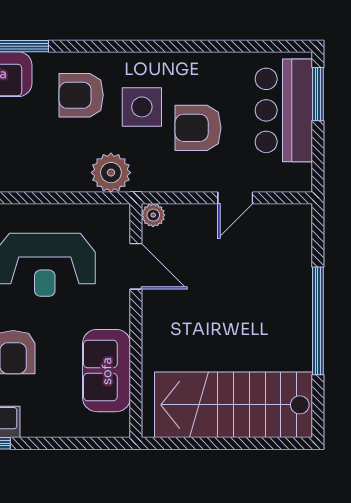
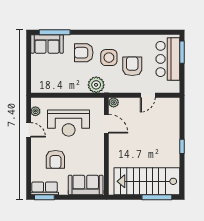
armchair: (198, 128) -> (132, 66), turned 90
window: (318, 321) -> (182, 146), width x0.32
sofa: (107, 371) -> (86, 185), moved, turned 90
window: (257, 443) -> (157, 197), added

